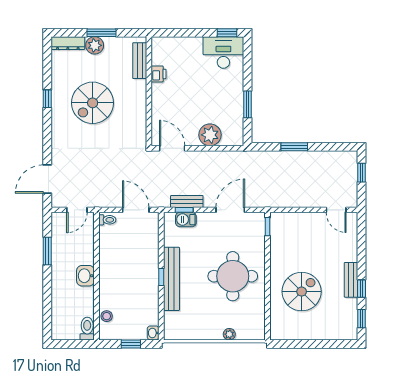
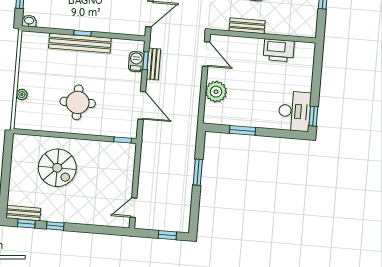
bench: (140, 61) -> (247, 26), moved
printer: (159, 74) -> (279, 50), width x1.87, depth x1.48
door: (172, 148) -> (206, 54), hinge flipped
round table: (233, 276) -> (78, 102), width x0.73, depth x0.73
bench: (351, 280) -> (23, 213), moved

